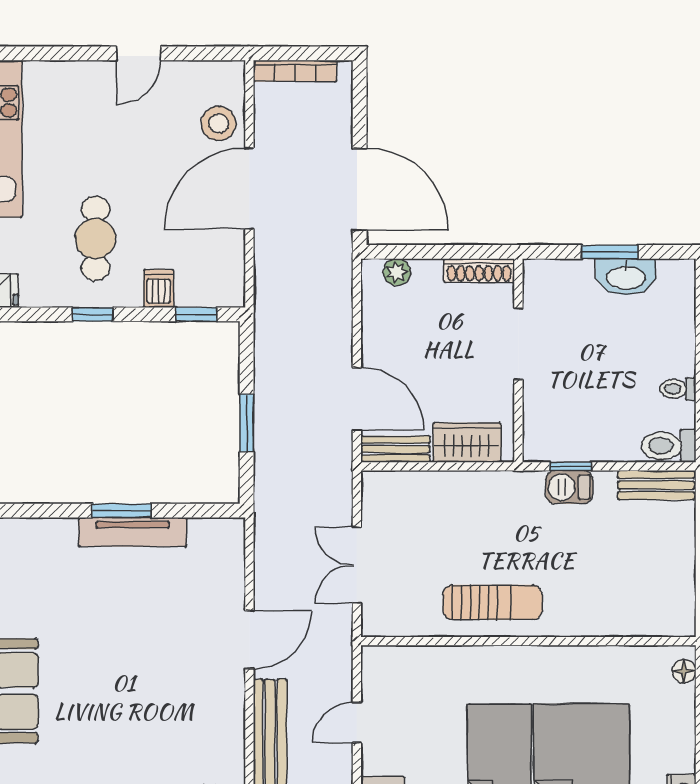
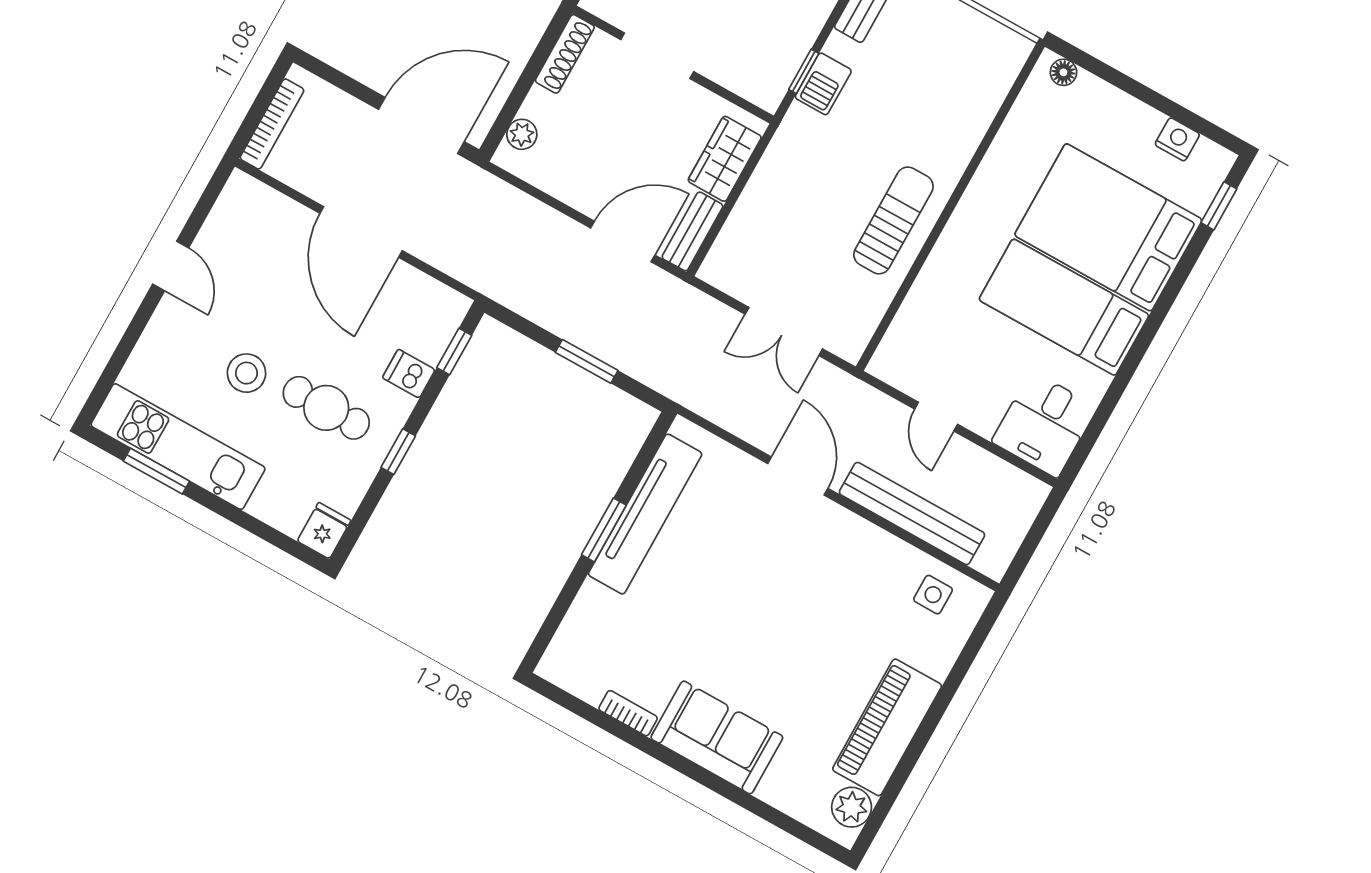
stool: (219, 123) -> (247, 373), moved
tv unit: (133, 532) -> (645, 514), width x1.36, depth x1.29

